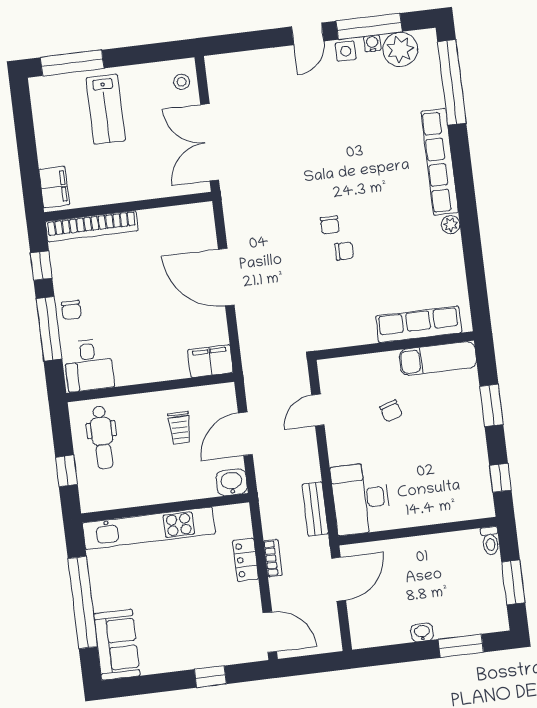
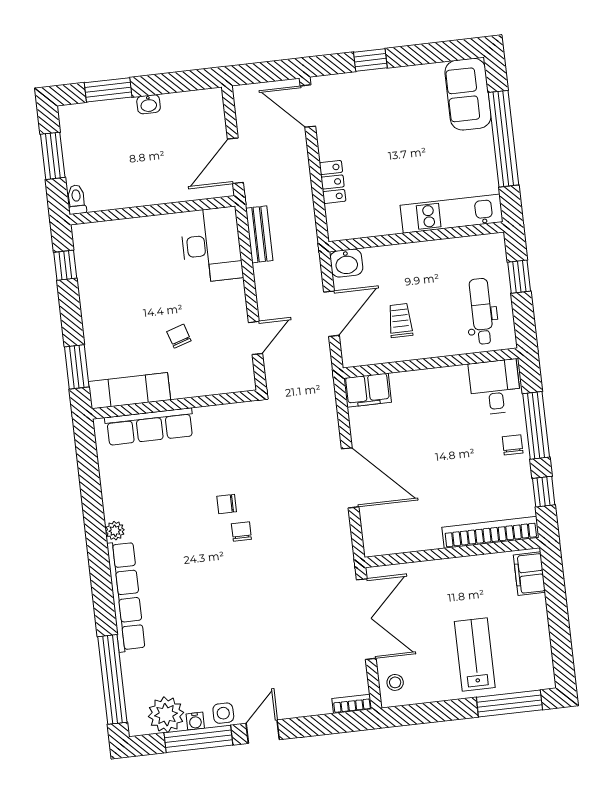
window: (491, 405) -> (77, 367), moved
kitchen unit: (149, 528) -> (452, 214), width x0.73
bookcase: (273, 558) -> (352, 704), moved, turned 90

